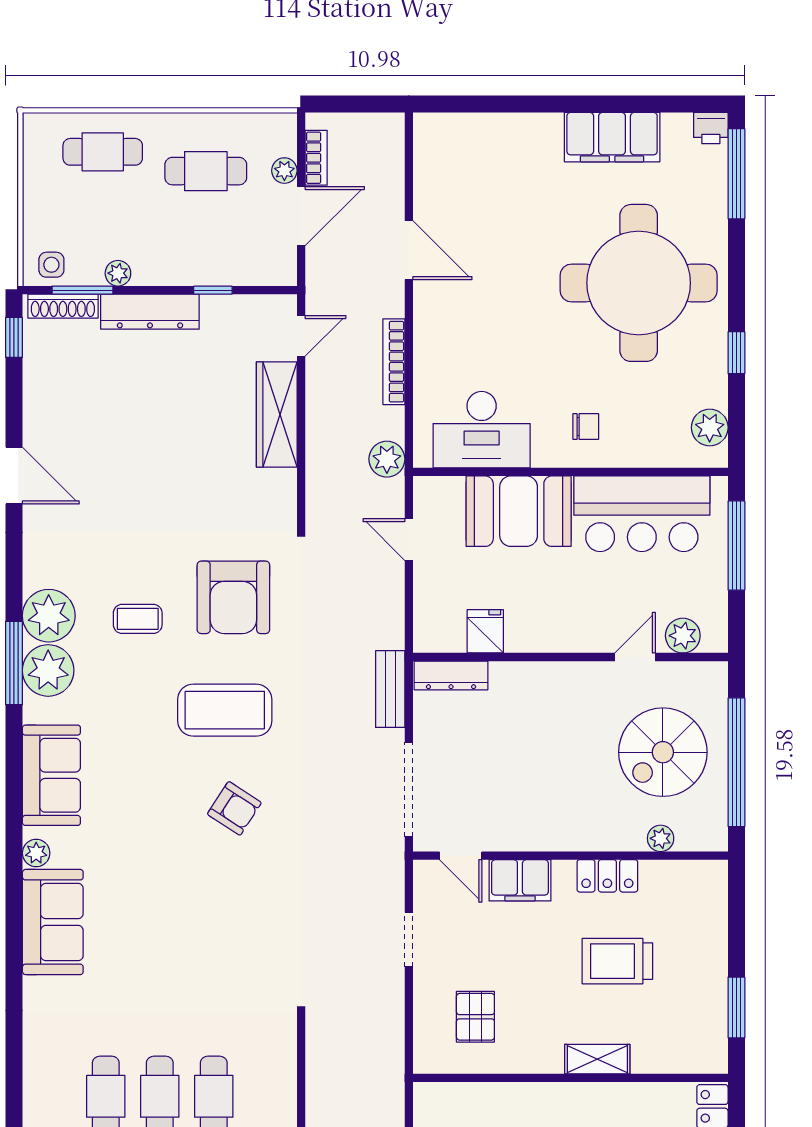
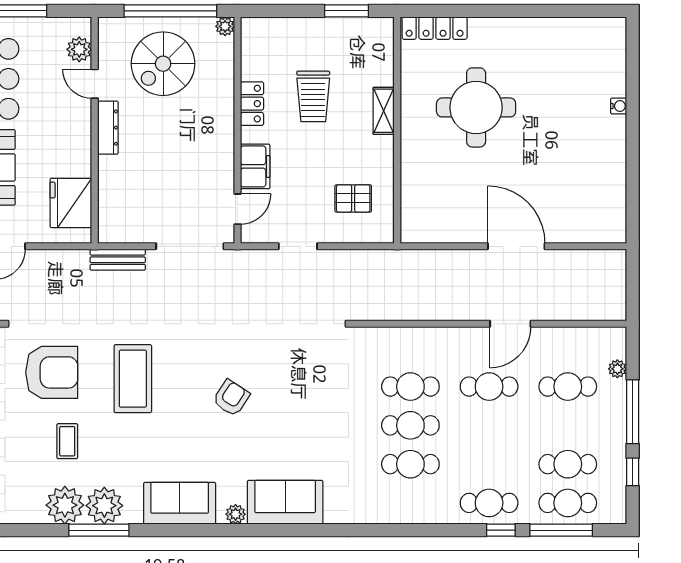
fridge: (485, 631) -> (71, 203), width x1.88, depth x1.34
dresser: (451, 675) -> (108, 128), moved
spiral stairs: (663, 752) -> (163, 64), turned 90
armchair: (234, 808) -> (231, 398), moved
plant: (661, 838) -> (225, 26), moved

